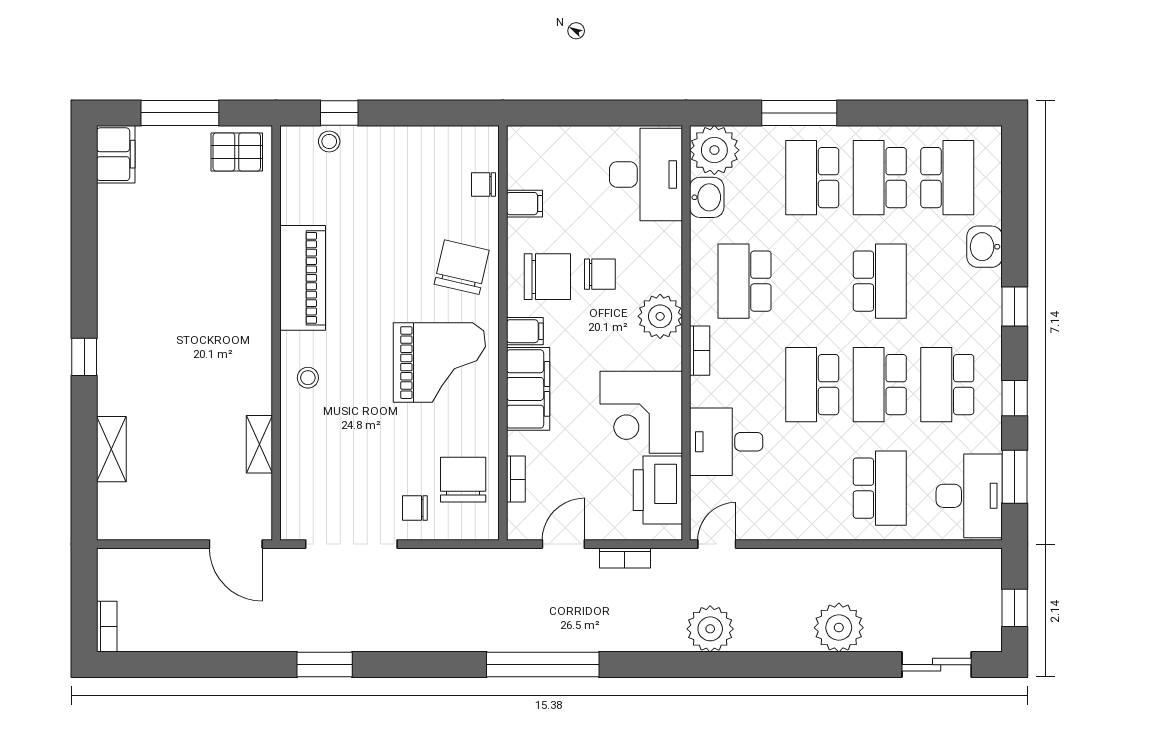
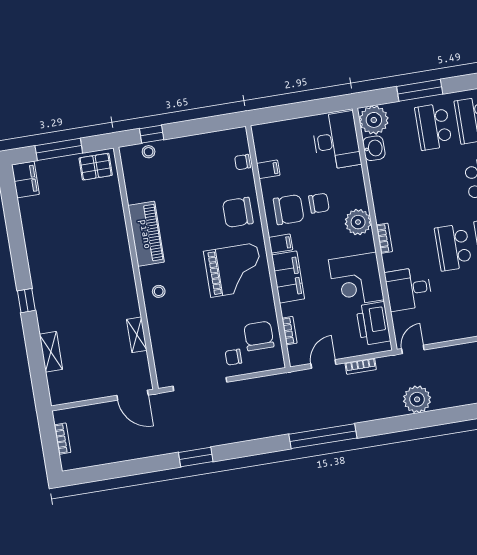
chair: (462, 267) -> (238, 212), turned -103
school desk: (745, 281) -> (404, 193), removed
bookcase: (107, 627) -> (62, 439), moved

